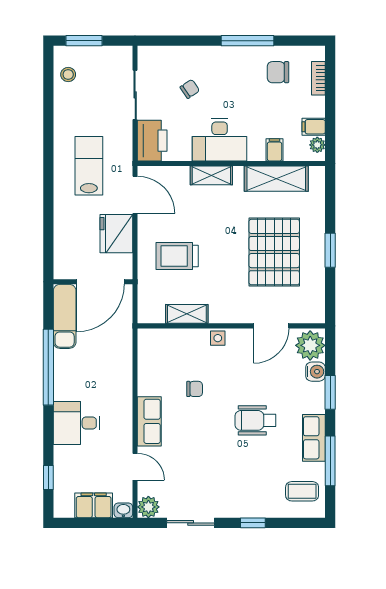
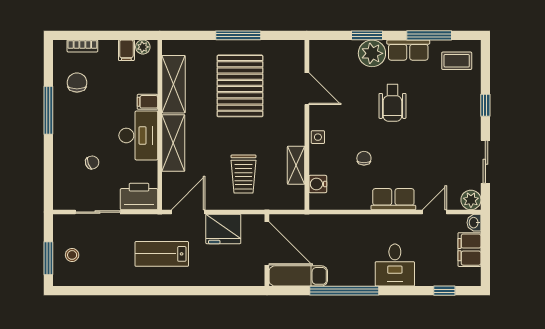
chair: (278, 72) -> (77, 83), turned 180
stool: (68, 75) -> (72, 255), moved
chair: (190, 89) -> (92, 162), turned 104
filing cabinet: (275, 150) -> (147, 102), moved
shelving: (211, 175) -> (173, 143), width x1.50, depth x1.33
window: (330, 250) -> (238, 35), width x1.44
pallet: (274, 252) -> (240, 86), turned 90
plant: (310, 345) -> (372, 53), moved
water cooler: (315, 372) -> (318, 184), moved, turned -90
coffee table: (302, 491) -> (457, 61), turned 90

